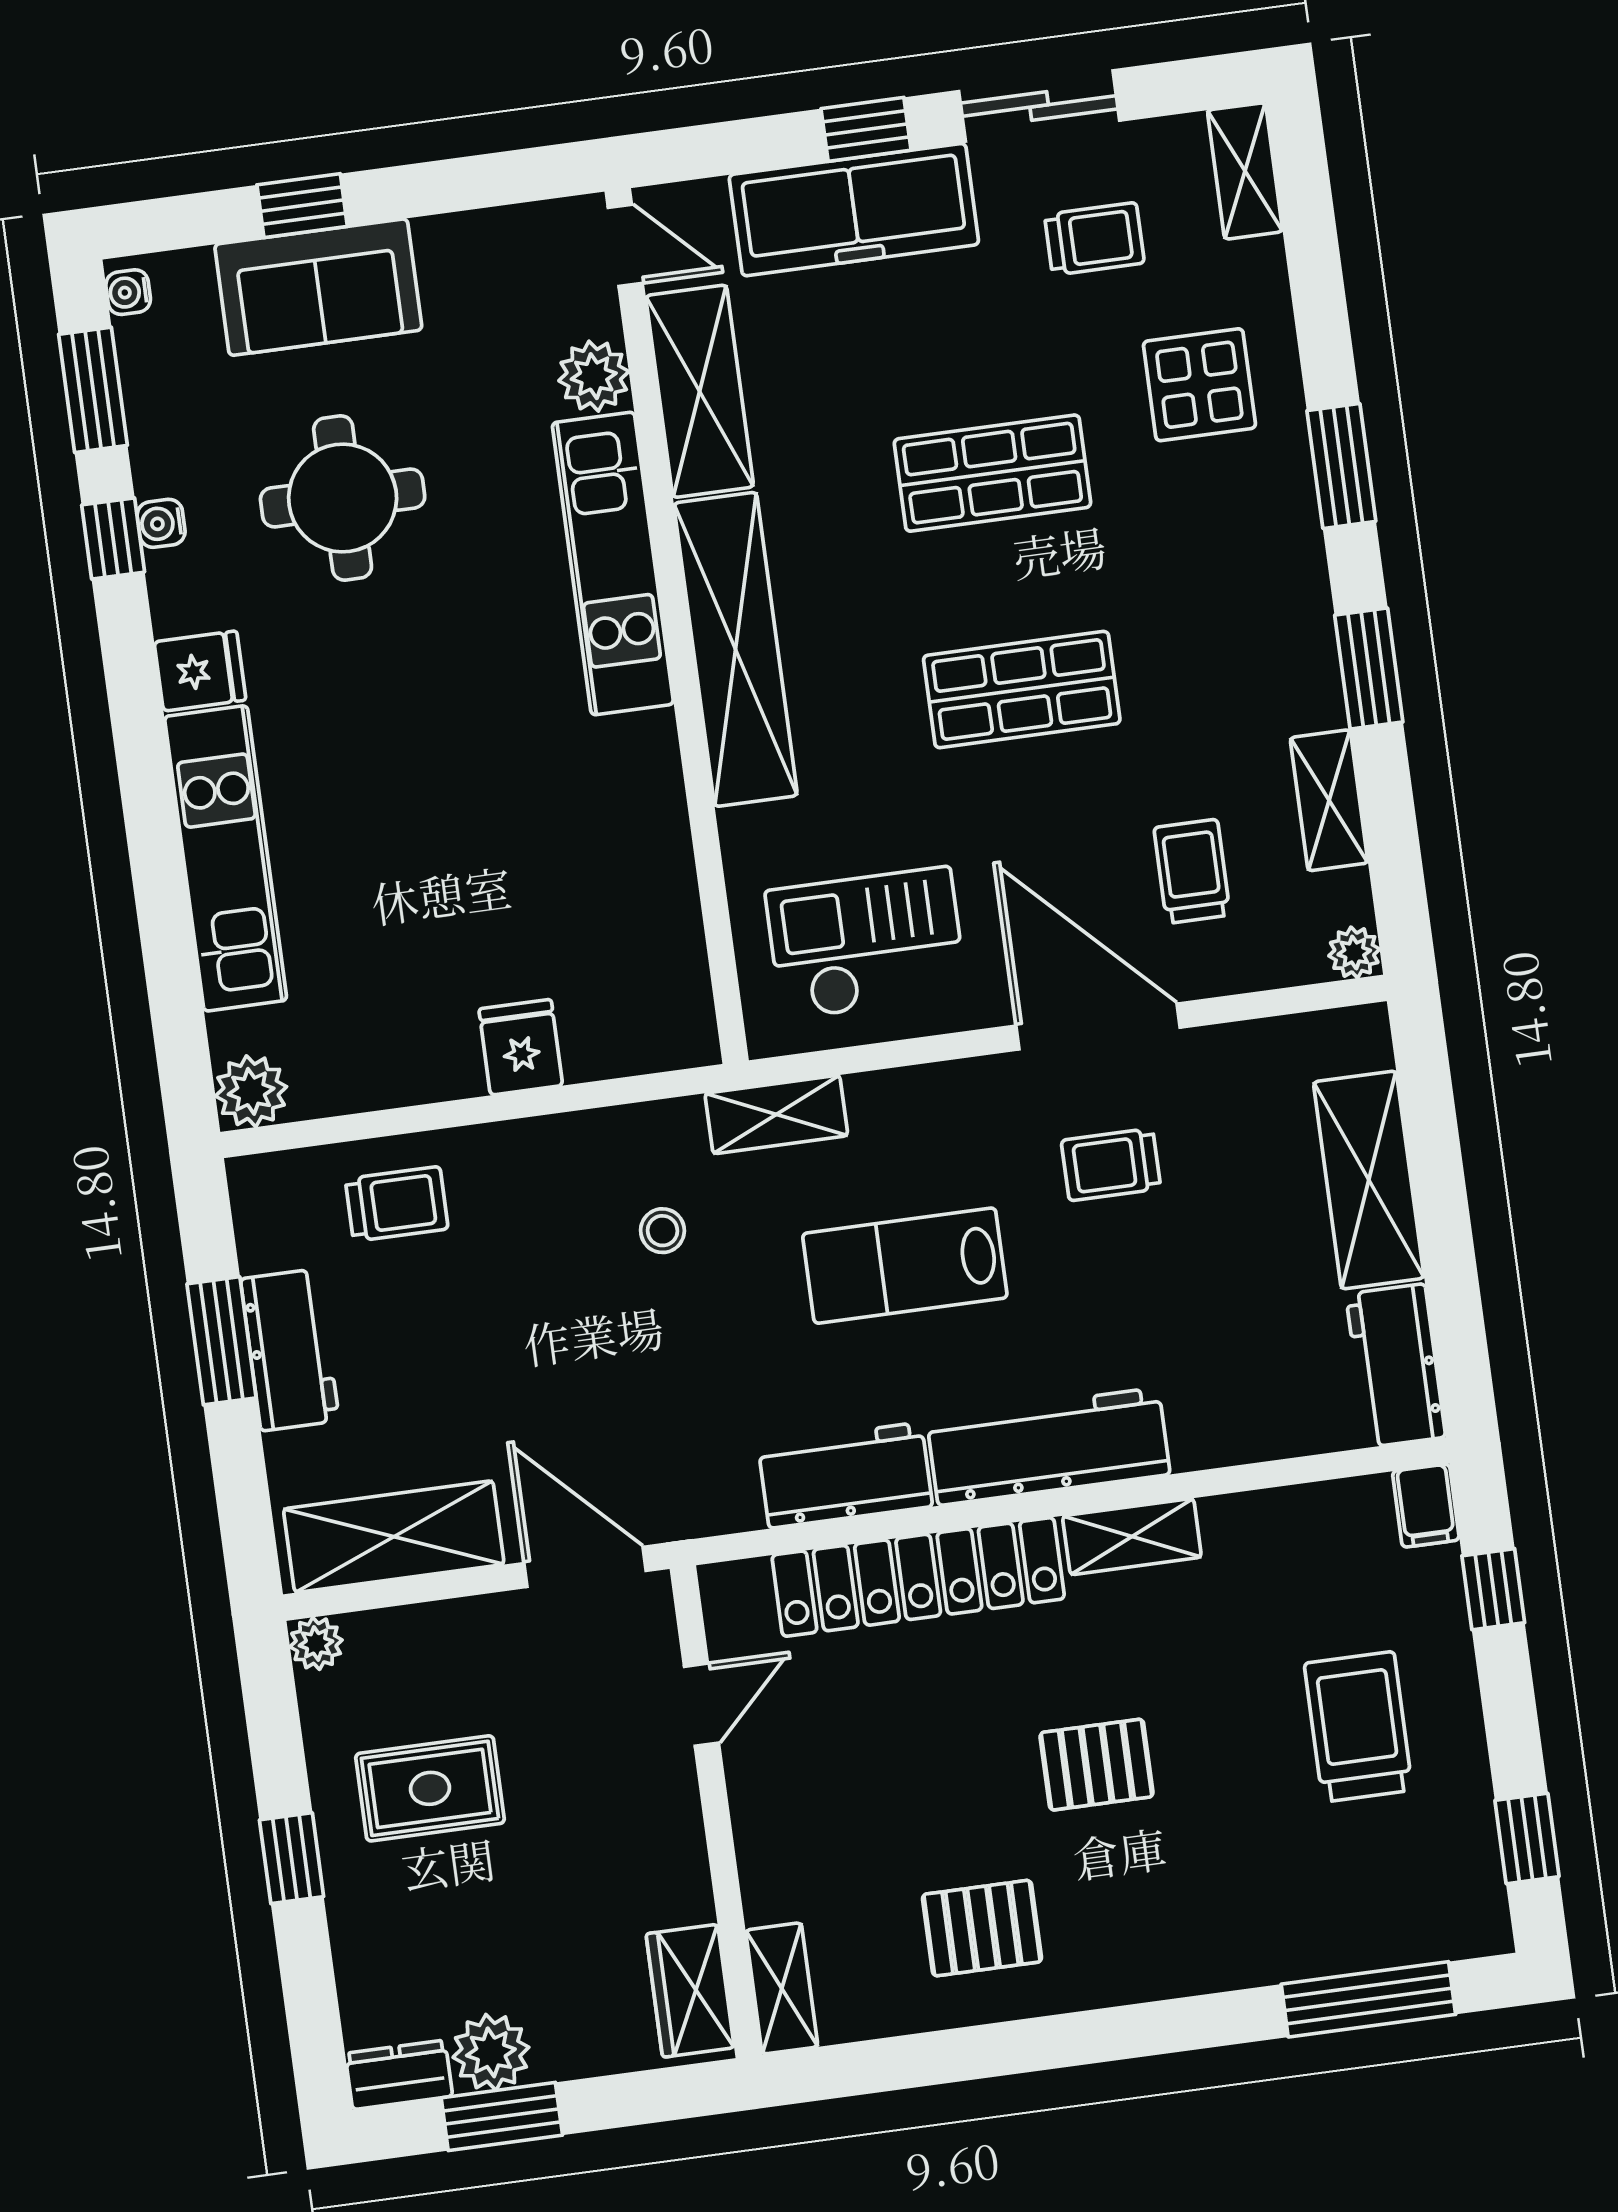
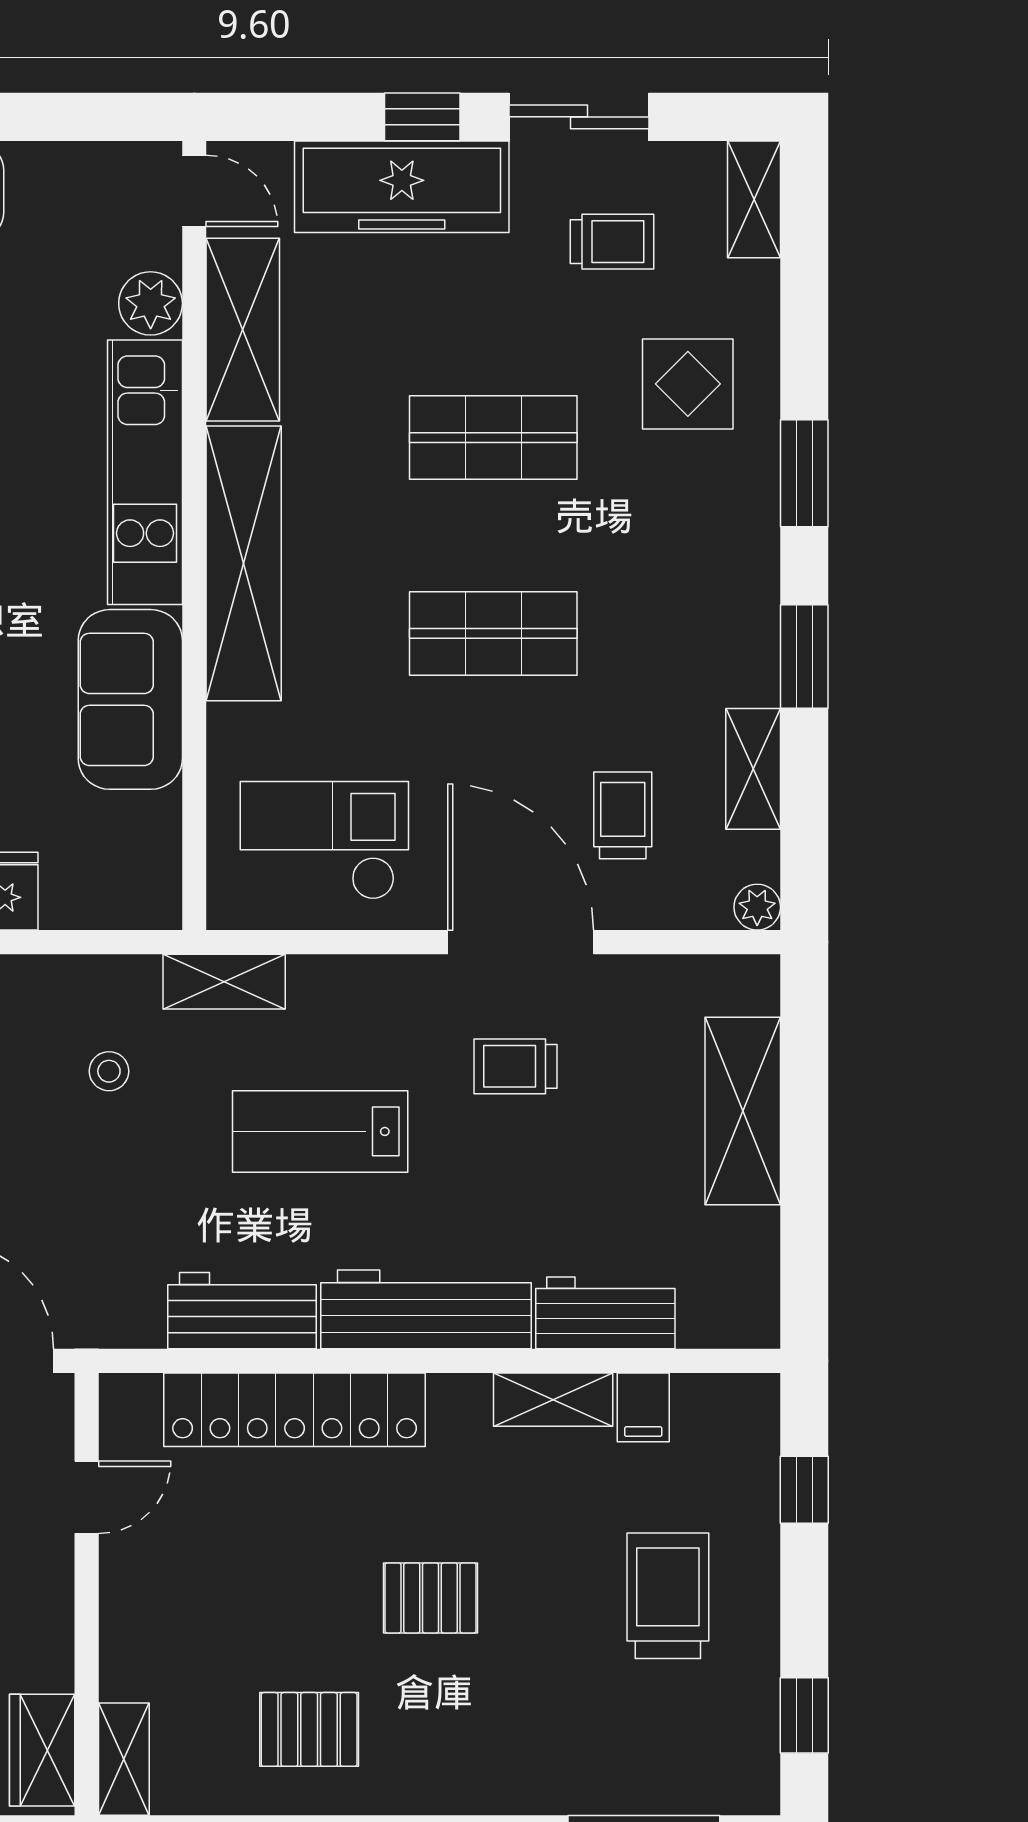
sofa: (631, 817) -> (130, 699), added
workbench: (1396, 1366) -> (605, 1313), moved, turned 90
filing cabinet: (1426, 1506) -> (643, 1407), moved
shelving: (1132, 1537) -> (553, 1400), moved

